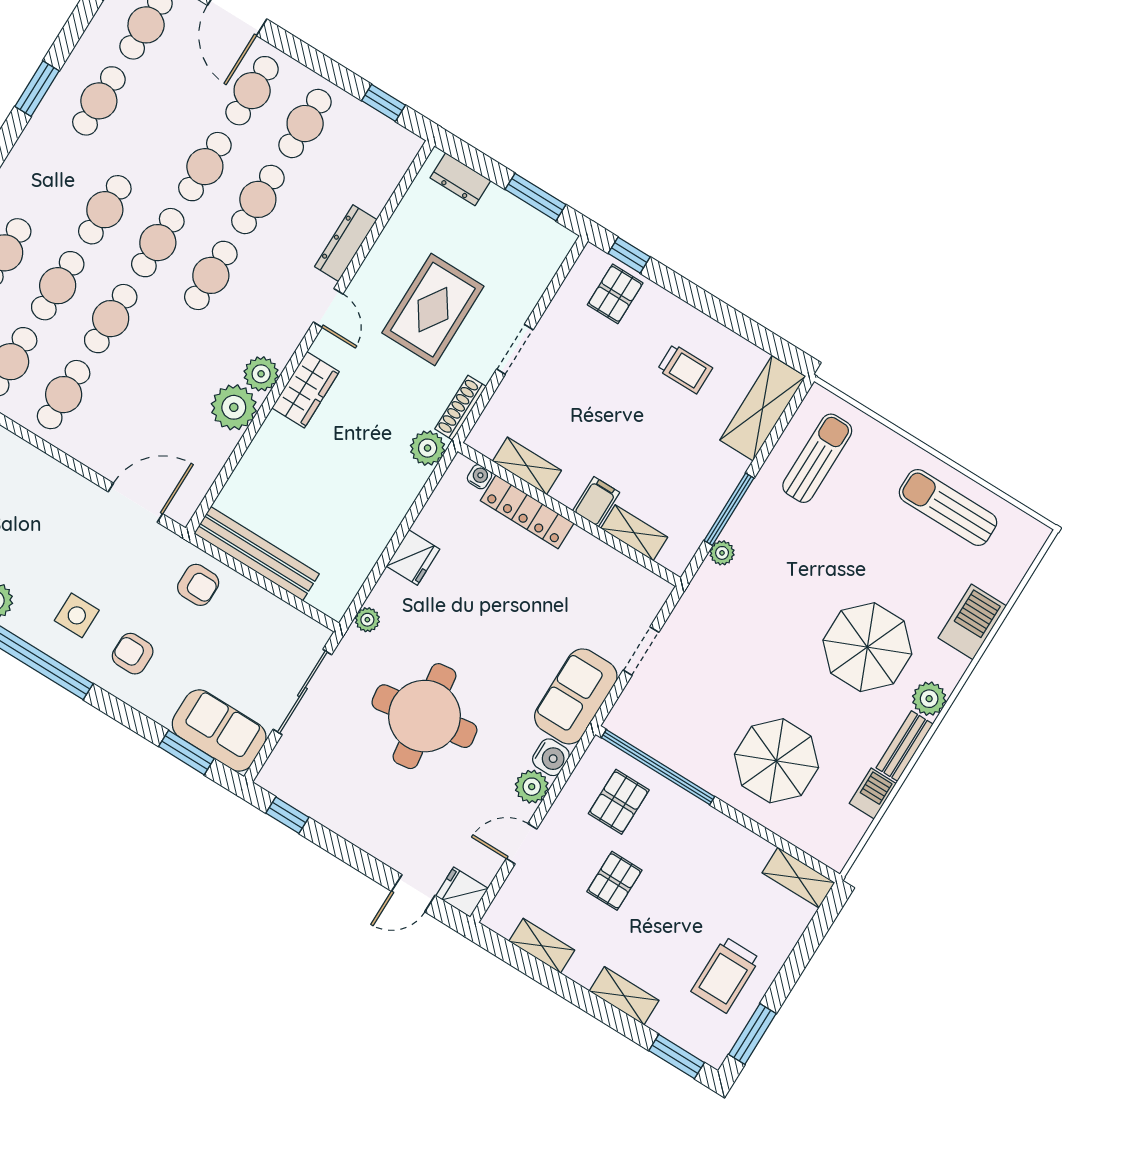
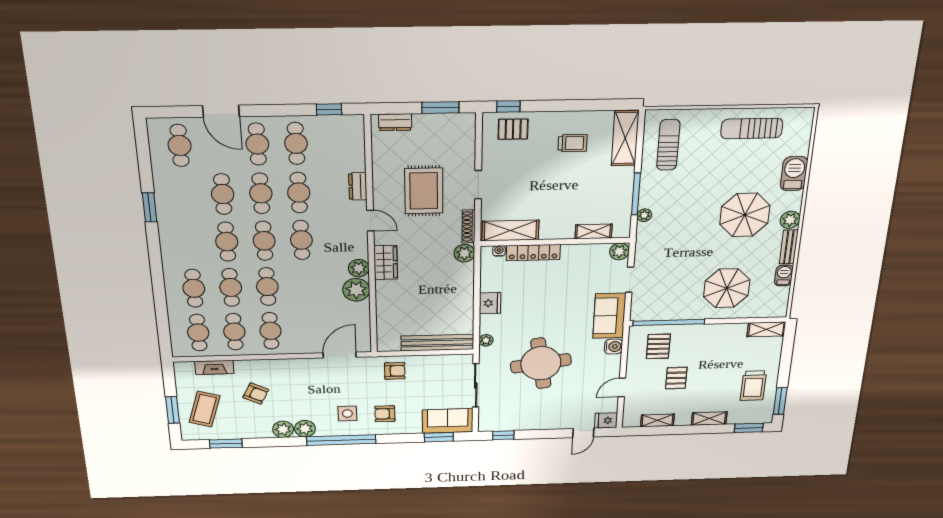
cafe table: (99, 101) -> (223, 194), moved
dresser: (346, 243) -> (358, 186), width x0.70
pallet: (615, 294) -> (513, 129), turned 90
shelving: (527, 466) -> (510, 231), width x1.50, depth x1.33
filing cabinet: (596, 502) -> (565, 229), removed
bench: (257, 554) -> (437, 343), moved
plant: (532, 787) -> (619, 251), moved

